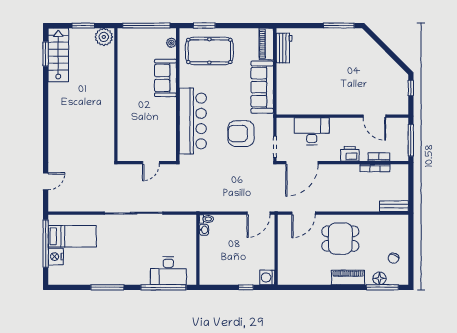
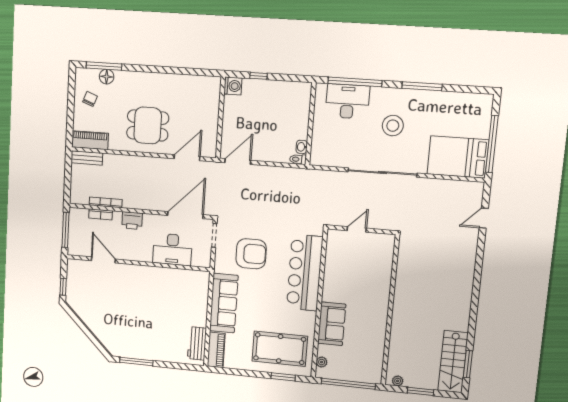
plant: (104, 37) -> (398, 381), width x0.53, depth x0.53
bed: (72, 236) -> (458, 157), width x1.50
stool: (129, 253) -> (393, 126), added
nightstand: (56, 257) -> (481, 128), removed
piano: (348, 277) -> (90, 140), moved, turned 180

